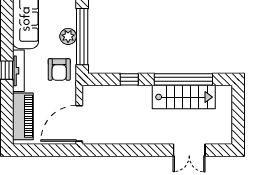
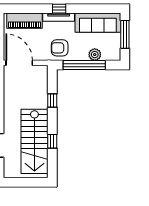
plant: (68, 36) -> (95, 55), moved
window: (183, 79) -> (52, 141), width x0.32
stairs: (184, 97) -> (34, 141), width x1.36, depth x1.51

